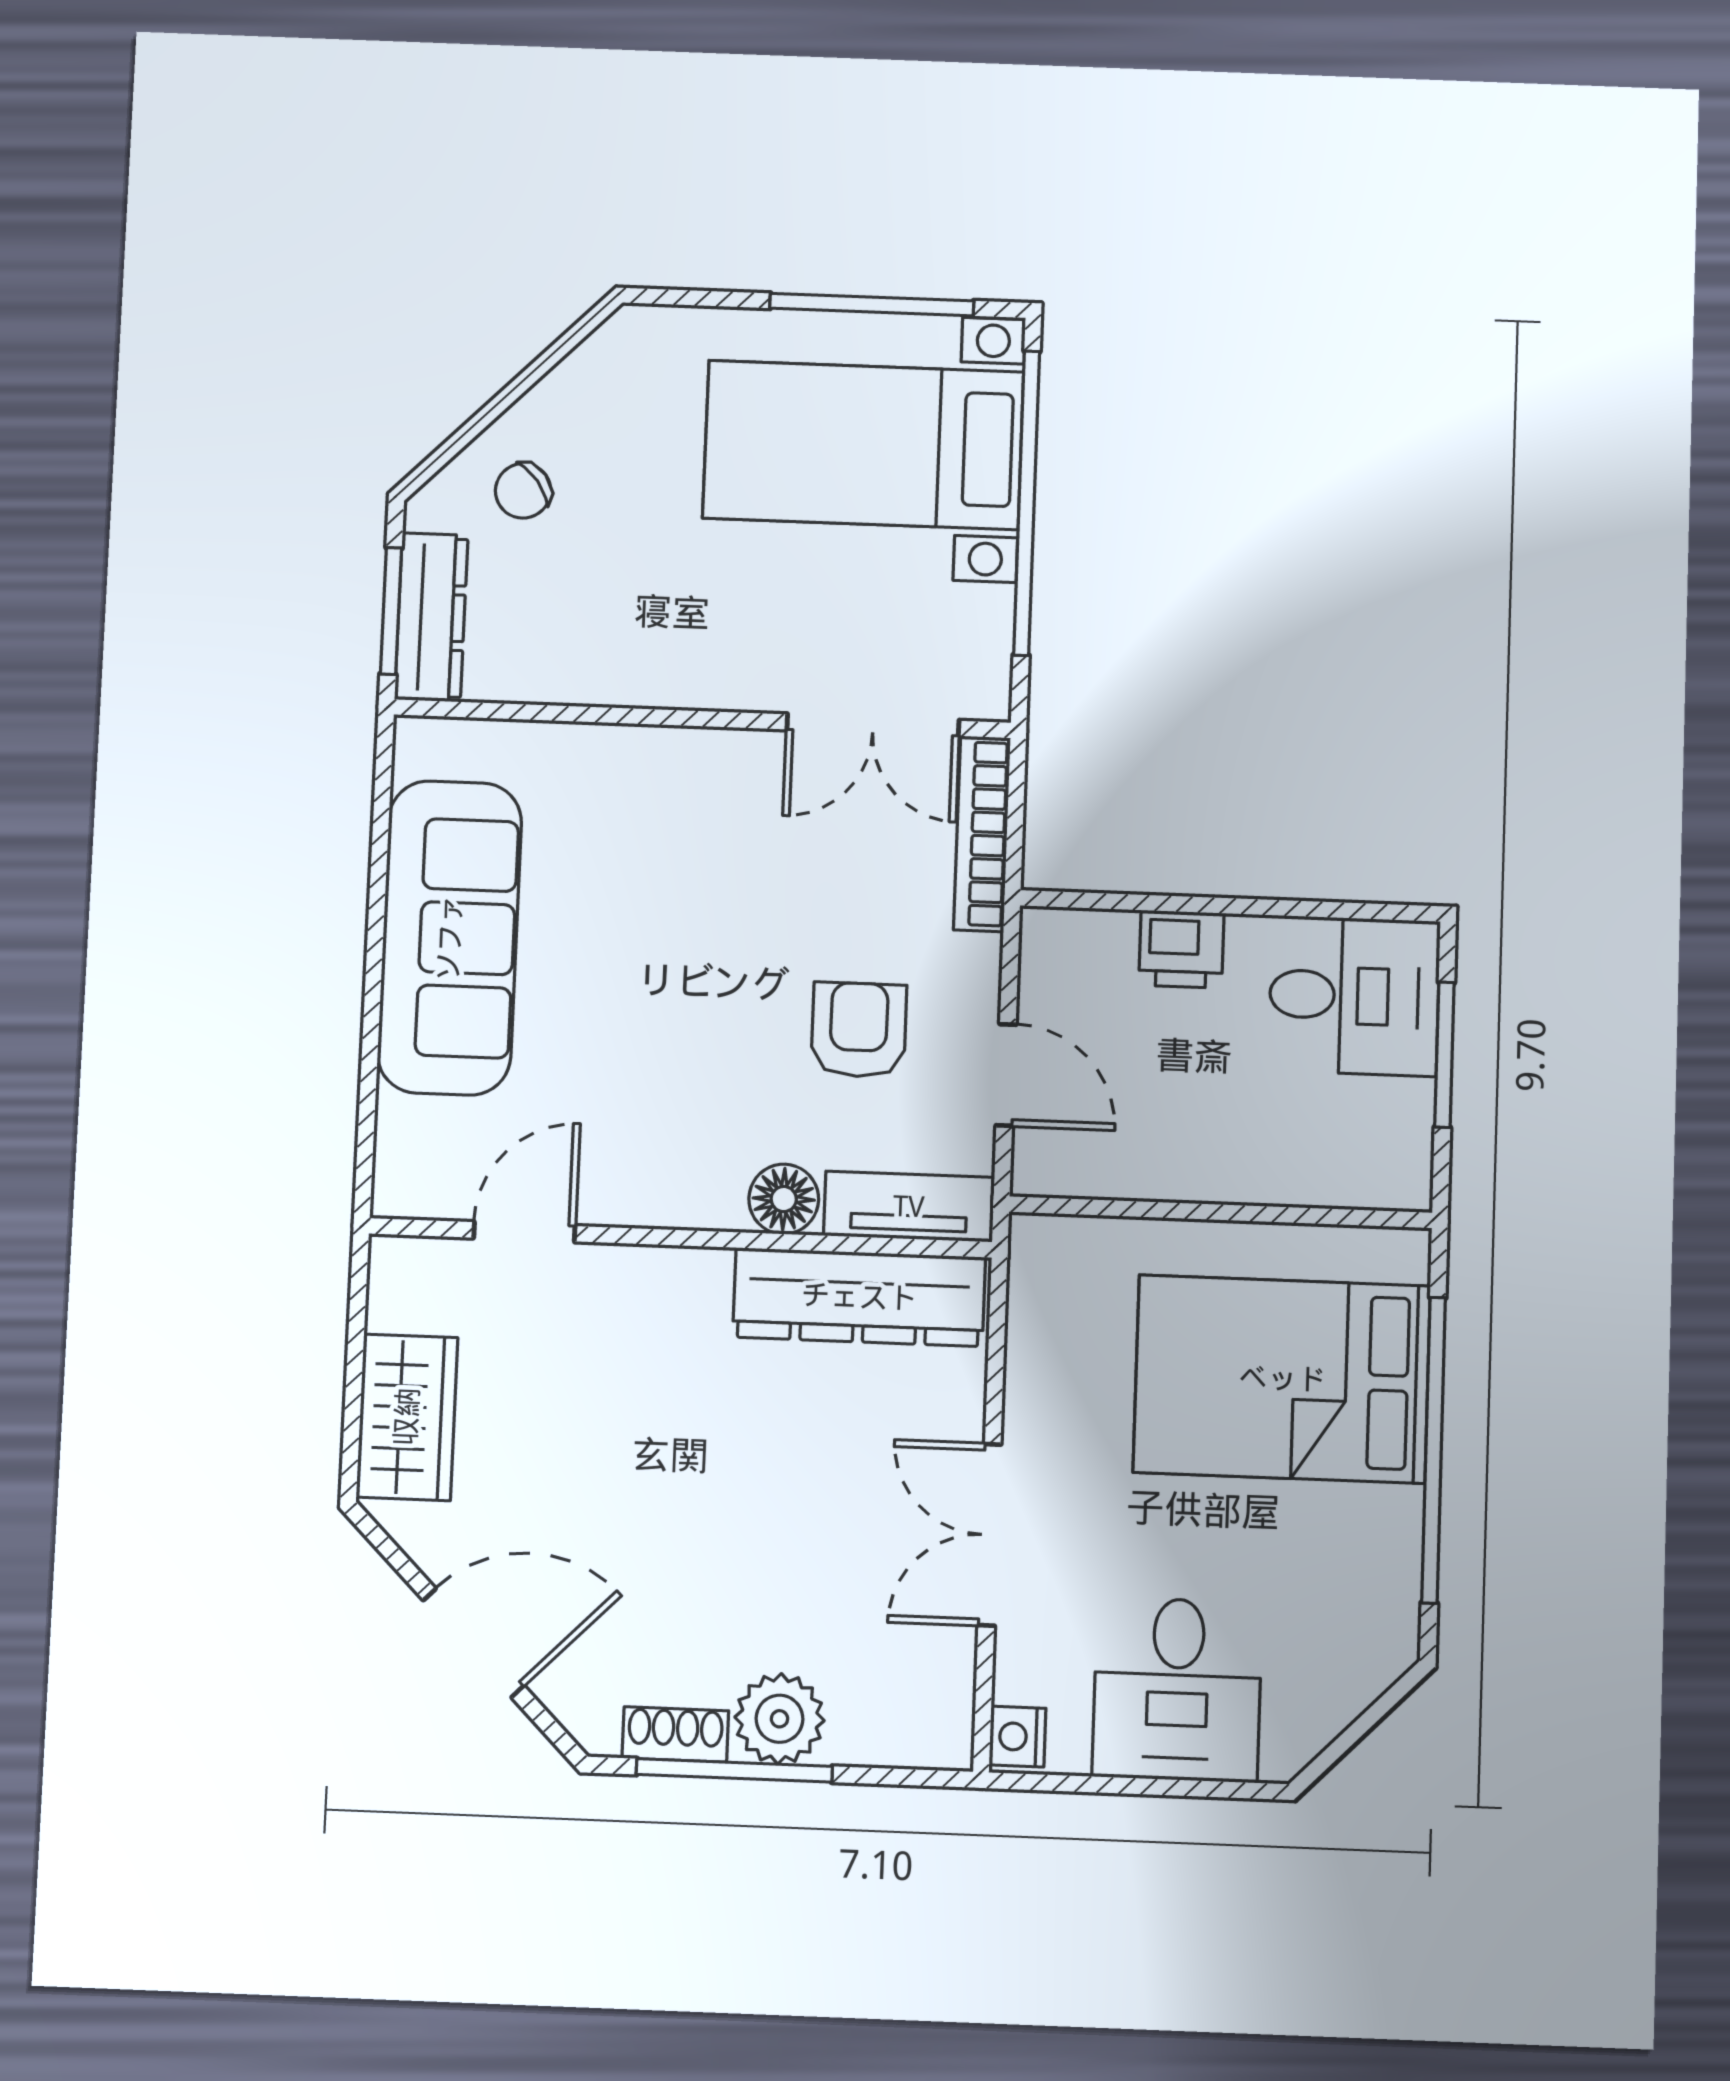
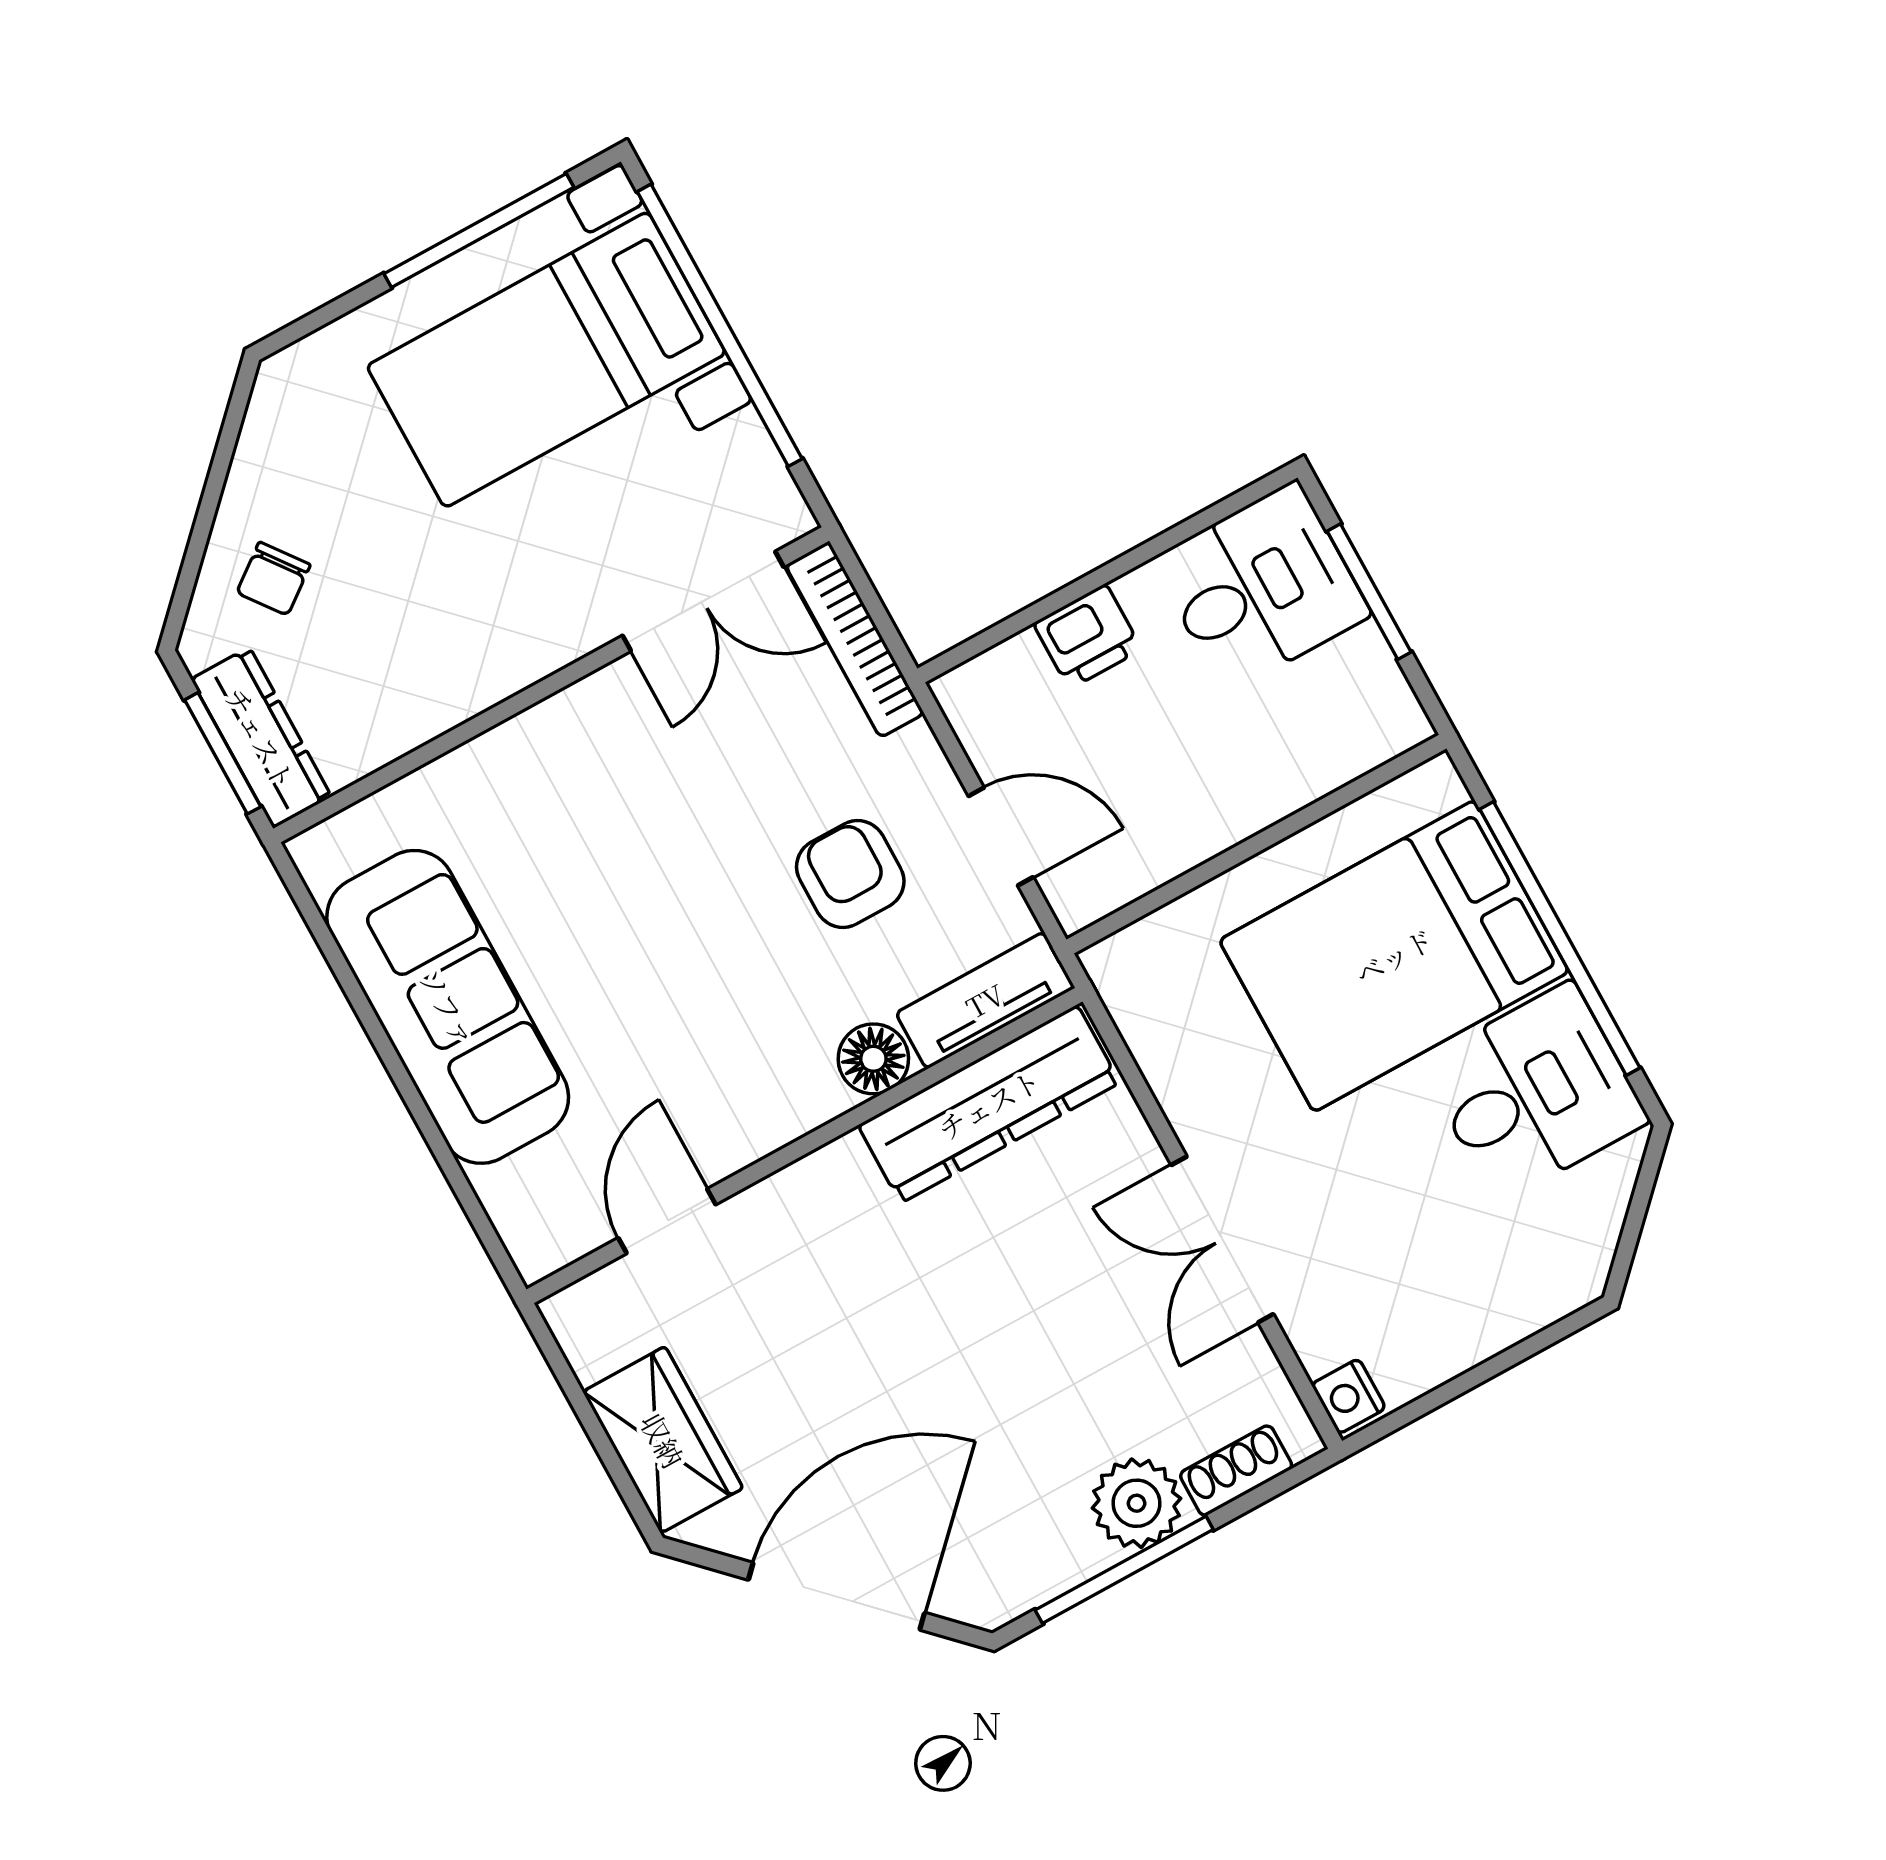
door: (474, 1643) -> (837, 1596), width x1.36
desk: (1177, 1689) -> (1534, 1092), moved, turned -90
shoe rack: (675, 1734) -> (1236, 1471), moved

